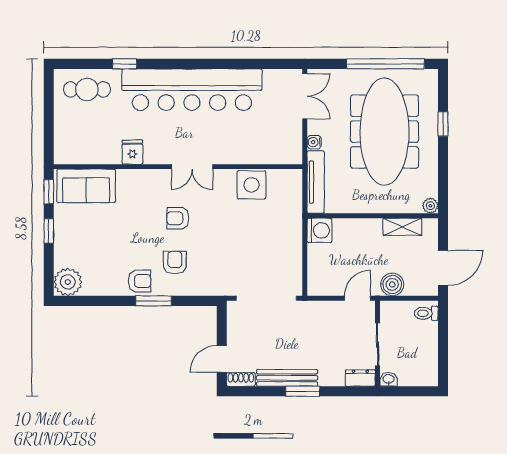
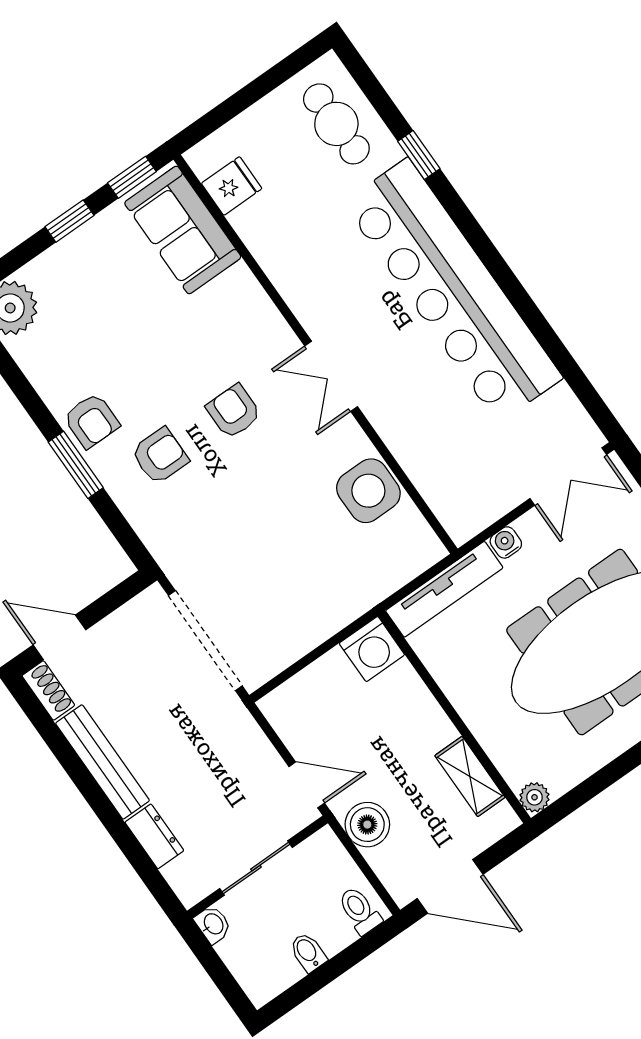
fridge: (132, 152) -> (232, 186), moved
bidet: (429, 347) -> (308, 952), added
dresser: (360, 378) -> (154, 836), moved
window: (303, 391) -> (98, 801), removed

